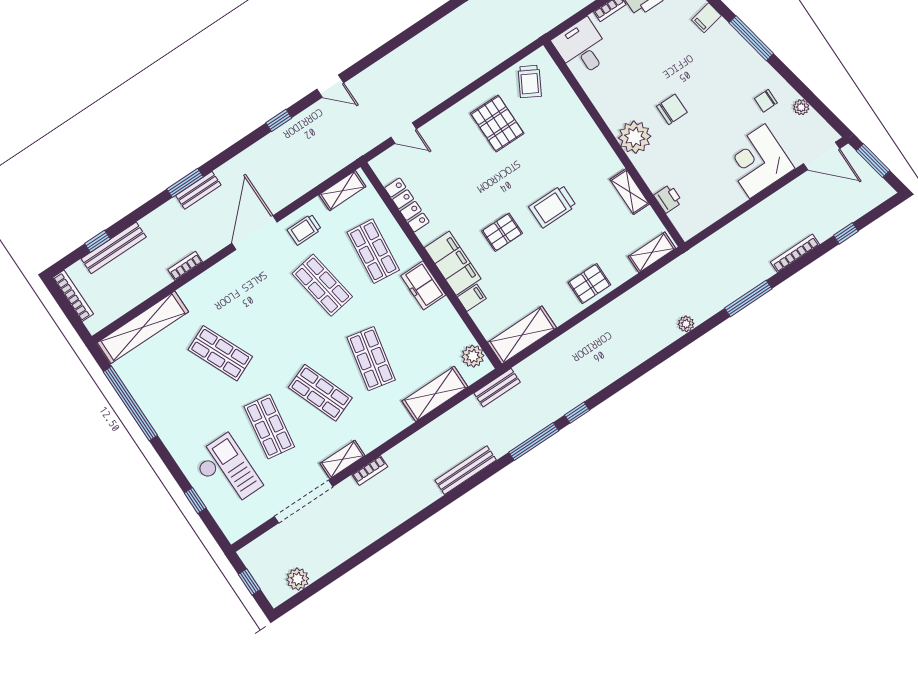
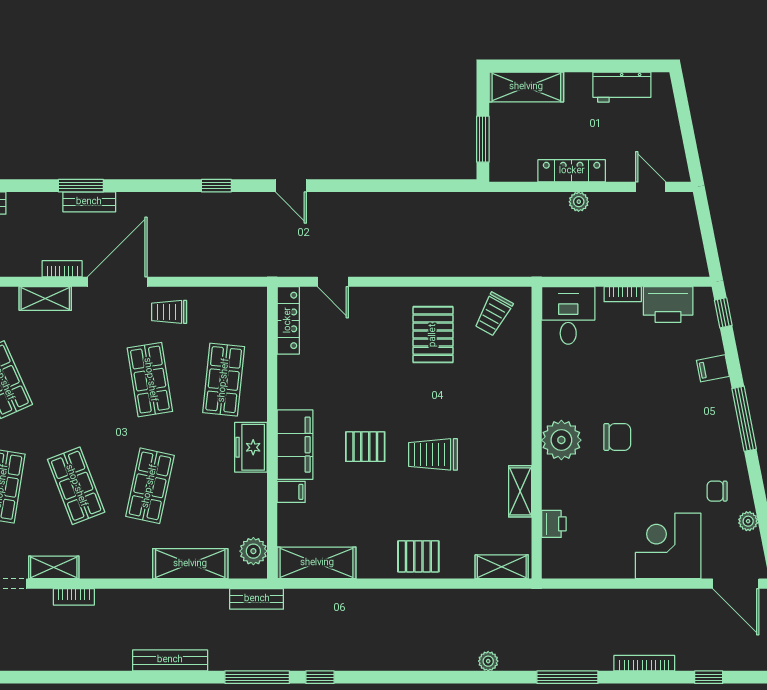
shelving: (342, 191) -> (45, 299), moved
locker: (407, 205) -> (288, 320), moved
bookcase: (185, 266) -> (62, 269), moved

